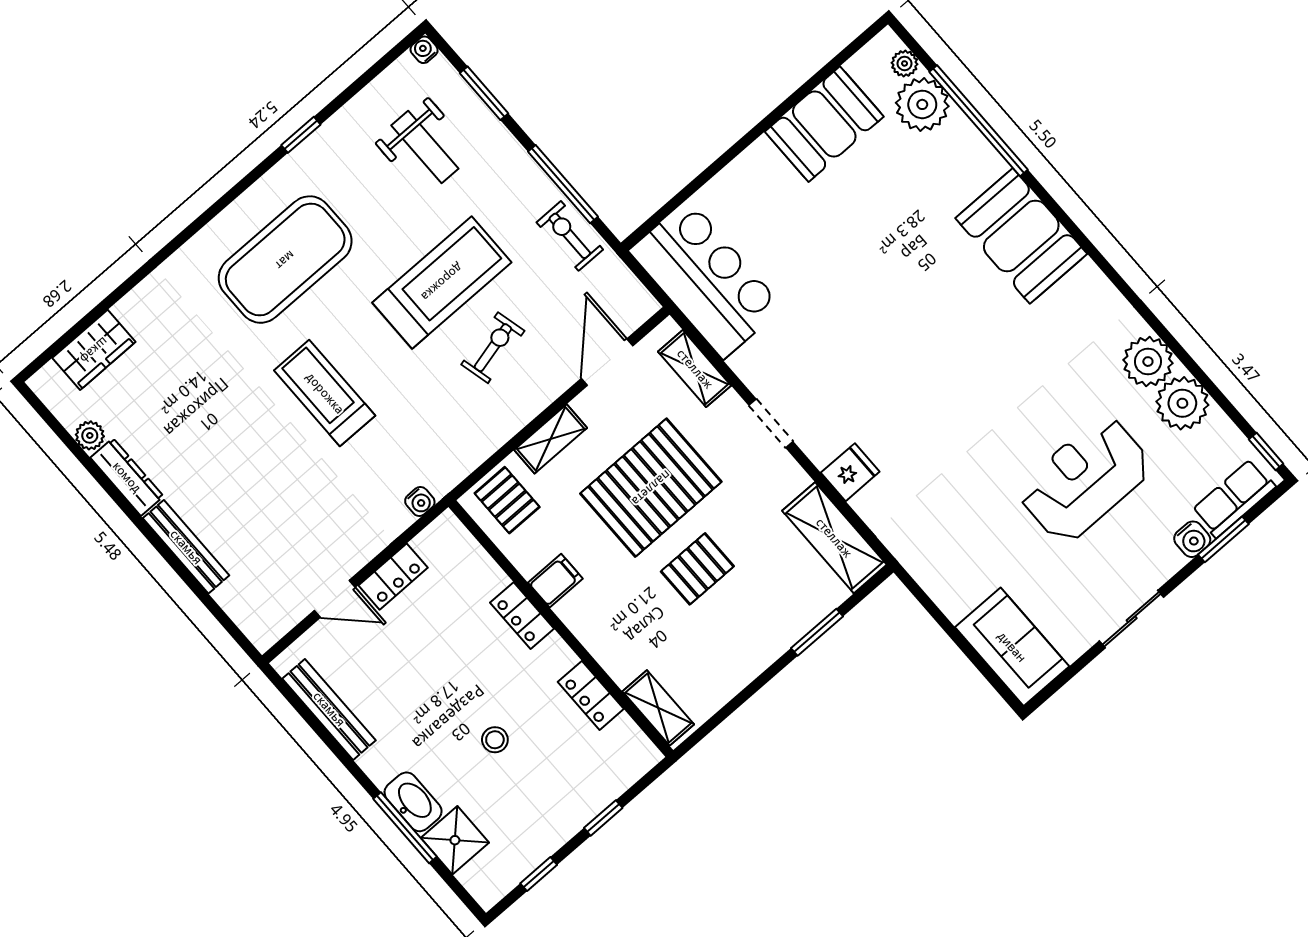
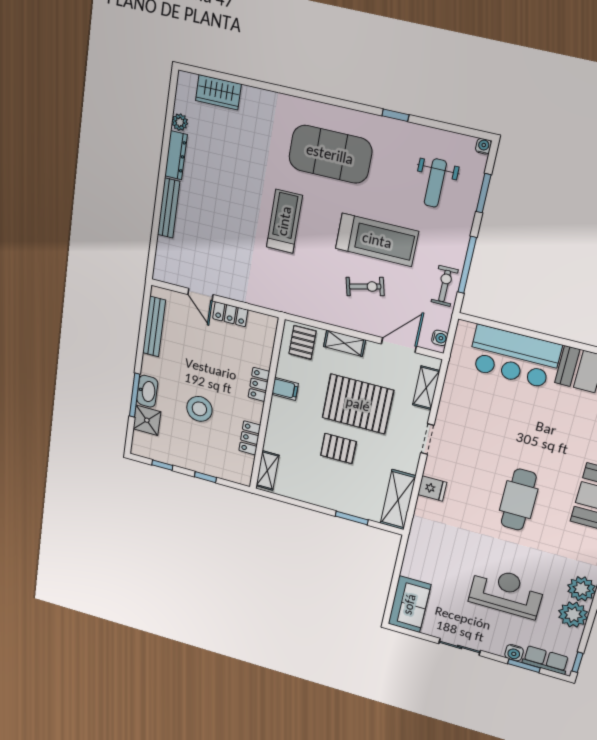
bar counter: (706, 279) -> (514, 357), moved, turned 90
cafe table: (949, 356) -> (519, 500), added
water cooler: (420, 501) -> (440, 338), moved, turned -90
stool: (495, 740) -> (199, 409), width x1.89, depth x1.89

